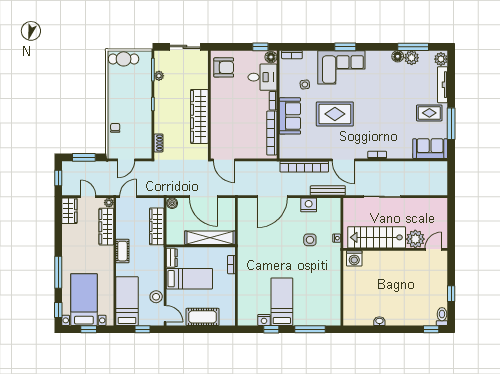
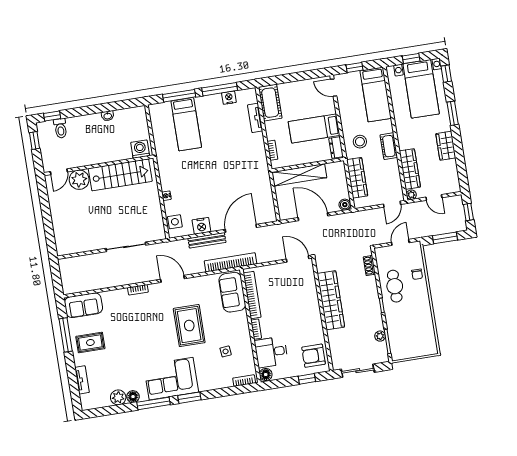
window: (260, 47) -> (307, 379), moved
window: (413, 47) -> (153, 403), moved
cafe table: (124, 59) -> (395, 286), moved, turned 90
plant: (441, 59) -> (87, 401), removed
corner sofa: (341, 67) -> (171, 379), moved
tv unit: (443, 85) -> (82, 380), width x0.71
rug: (335, 114) -> (189, 326), turned 90
sofa: (290, 116) -> (232, 292), moved
bookcase: (304, 167) -> (231, 262), moved
bench: (328, 191) -> (207, 240), moved
wardrobe: (69, 211) -> (446, 146), moved
stairs: (377, 237) -> (120, 175), moved
plant: (415, 239) -> (79, 180), moved
side table: (310, 240) -> (175, 222), moved
wall: (395, 249) -> (99, 165), moved
door: (433, 249) -> (59, 172), moved
washing machine: (354, 258) -> (140, 149), moved
window: (58, 272) -> (453, 113), width x0.69
window: (451, 294) -> (34, 140), moved
stool: (156, 297) -> (360, 142), moved
tv unit: (243, 297) -> (255, 118), added
bed: (282, 302) -> (186, 124), moved
cot: (203, 317) -> (270, 103), moved, turned 90
toilet: (442, 317) -> (60, 128), moved
window: (271, 329) -> (220, 89), width x2.17

